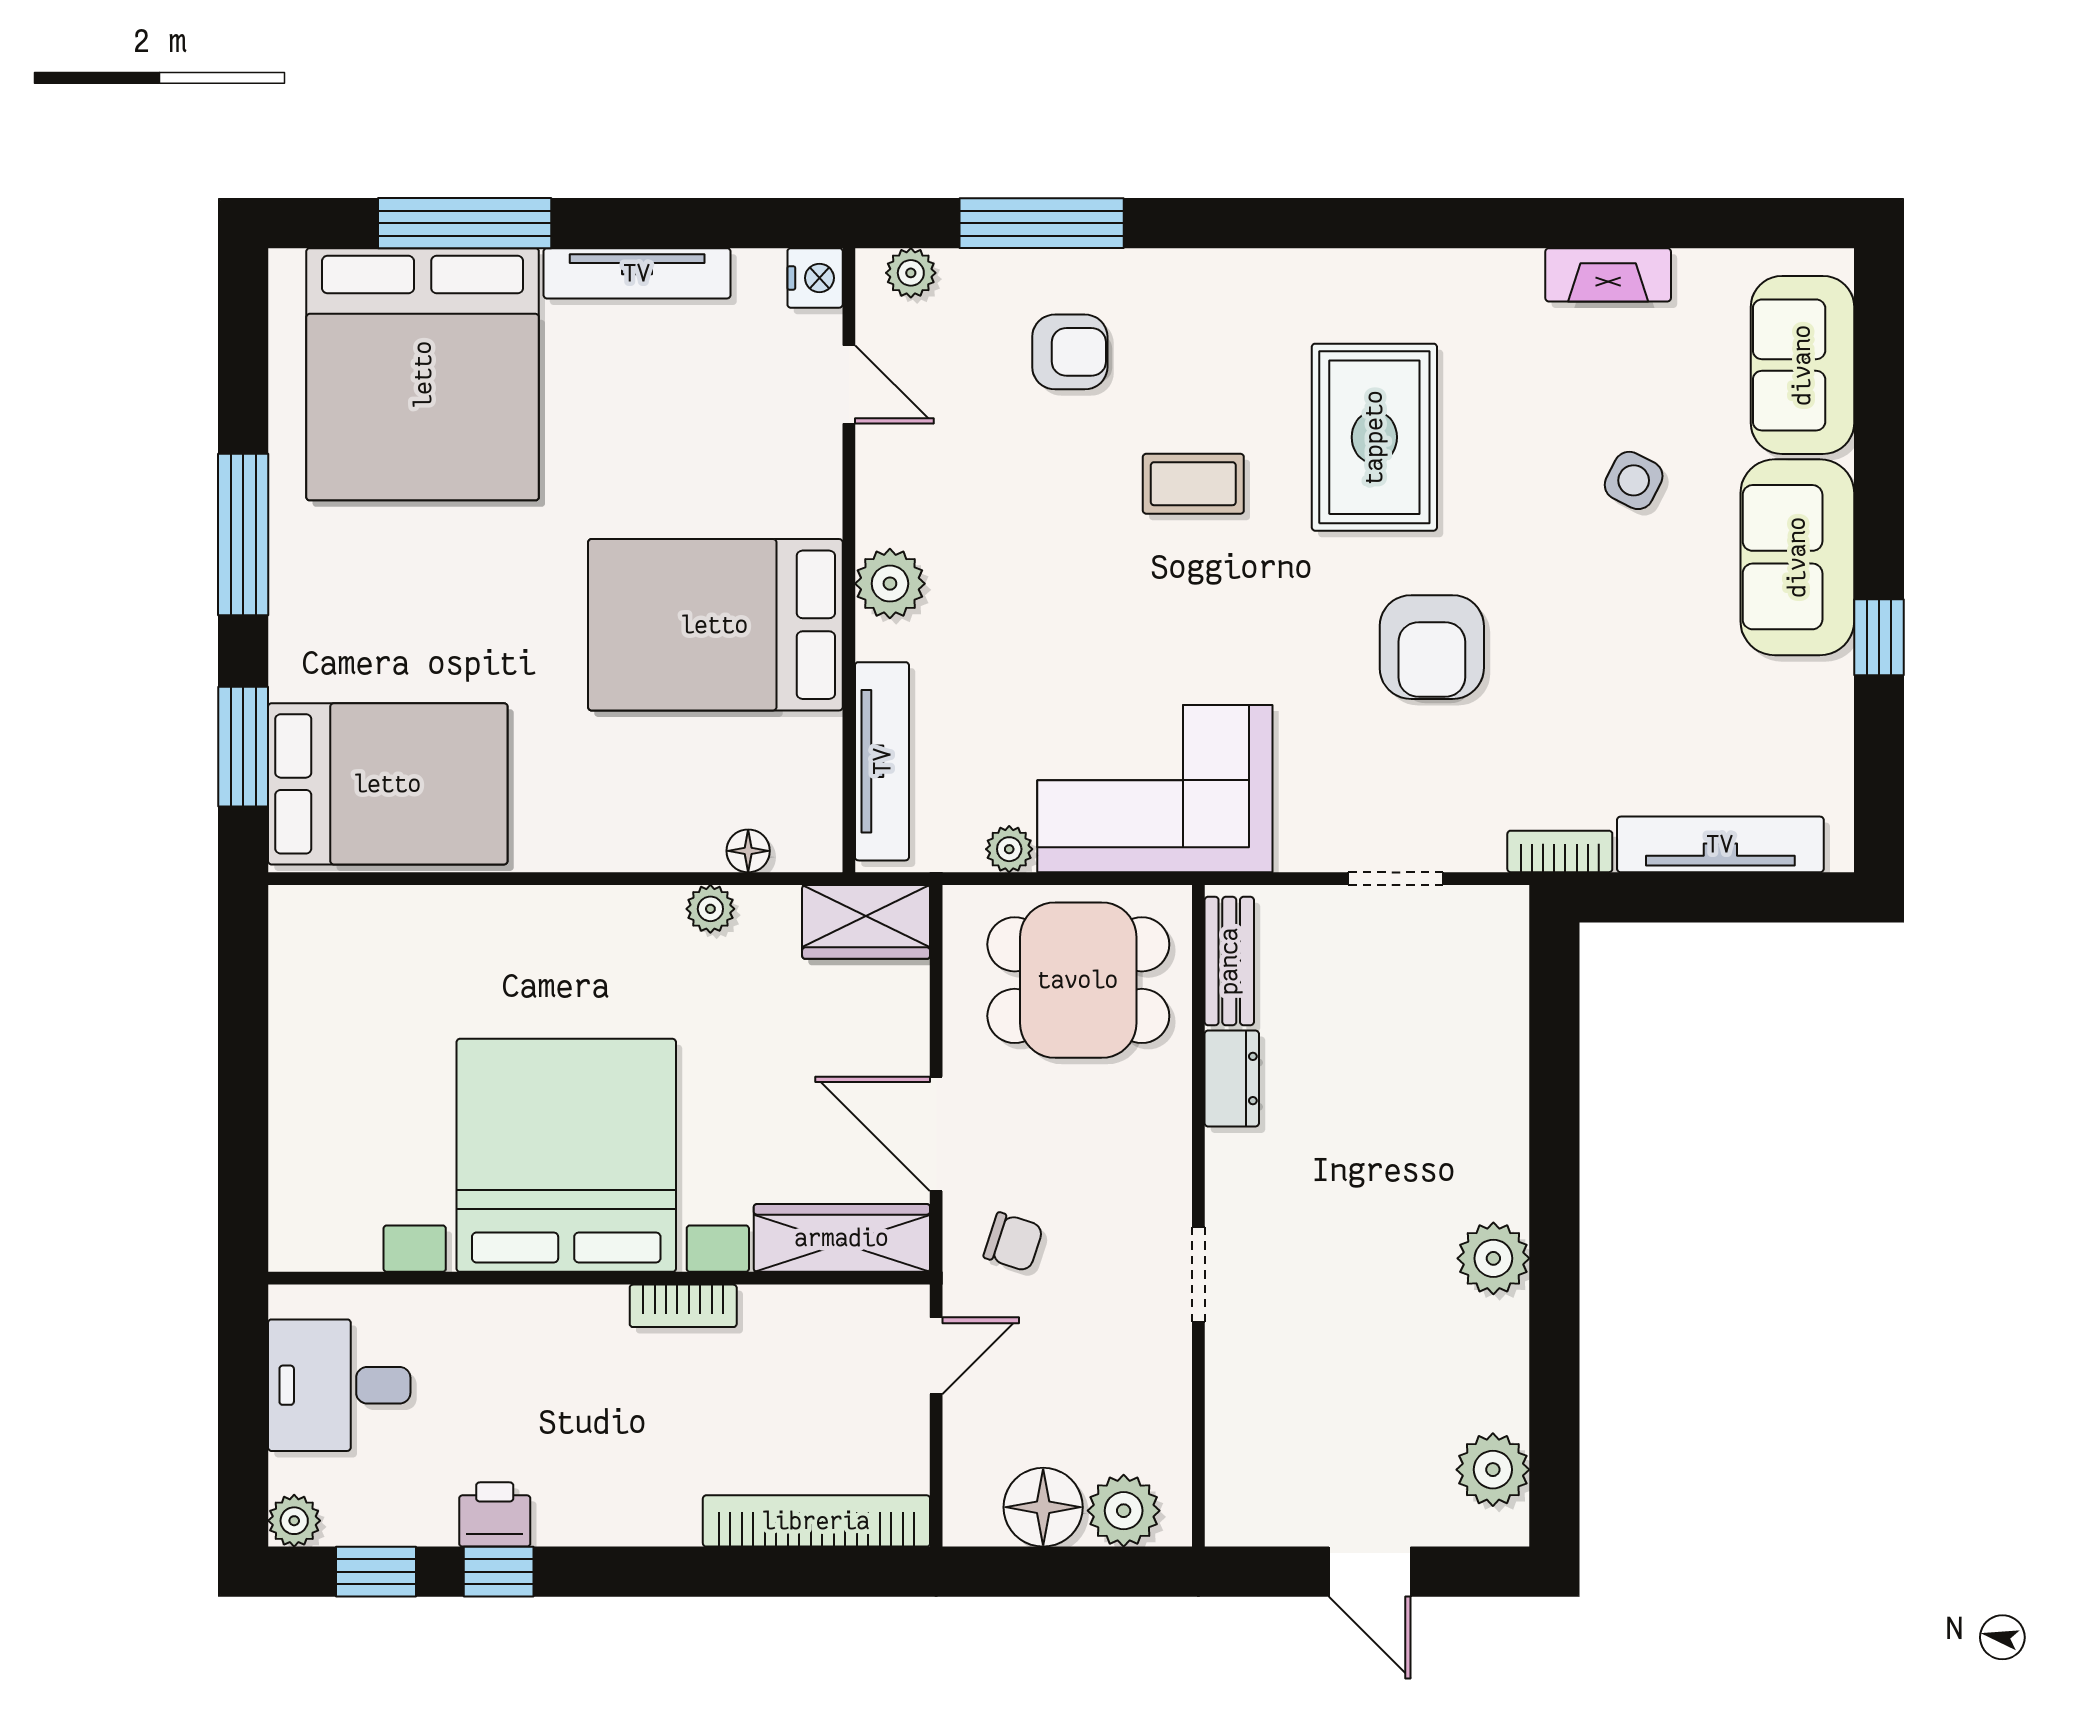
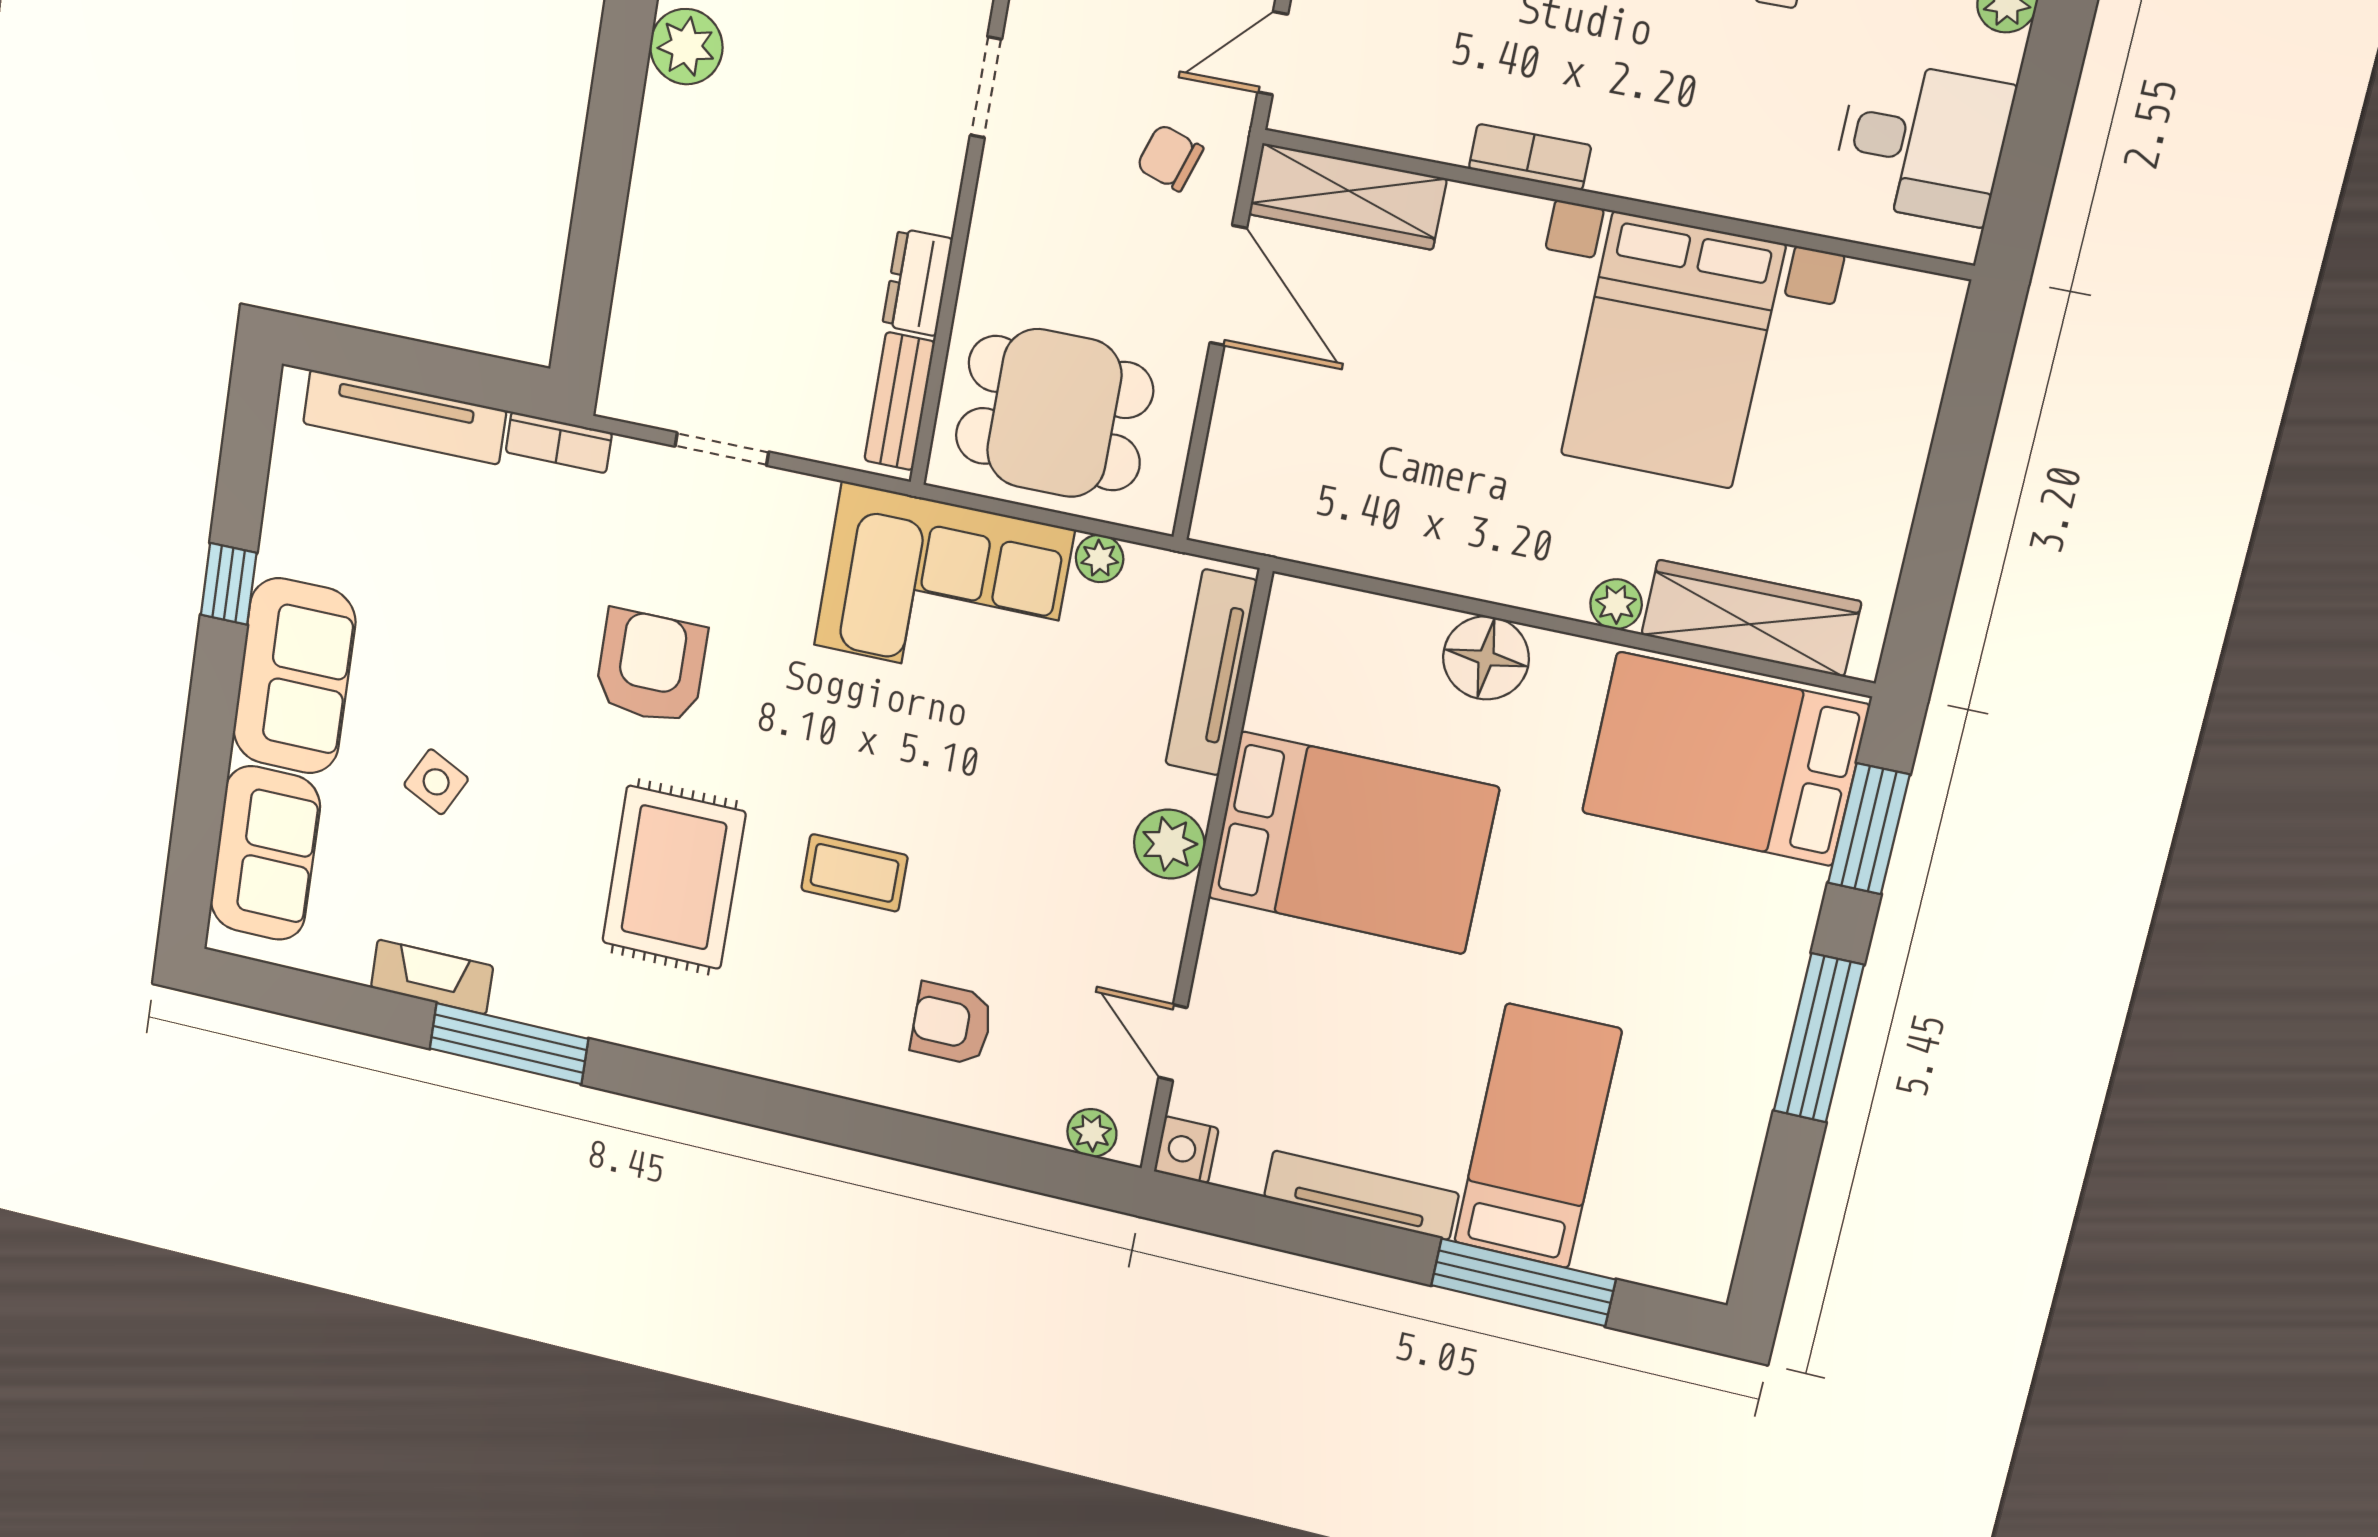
window: (1042, 223) -> (509, 1044), moved
bed: (423, 374) -> (1537, 1136), width x0.49
floor lamp: (748, 851) -> (1486, 658), moved, width x1.89, depth x1.89
plant: (710, 909) -> (1616, 604), moved
wardrobe: (866, 922) -> (1751, 618), moved, width x1.50
bed with nightstands: (566, 1155) -> (1672, 350), width x0.73

